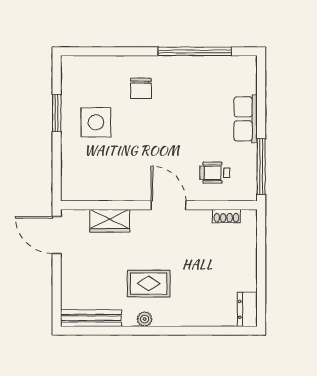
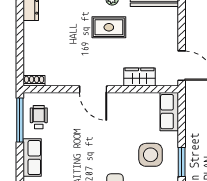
wheelchair: (215, 173) -> (39, 117), moved, turned -90
row of seats: (72, 177) -> (169, 112), added
shoe rack: (226, 216) -> (34, 81), moved

